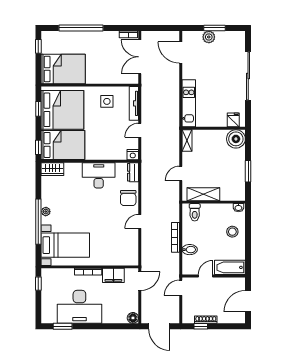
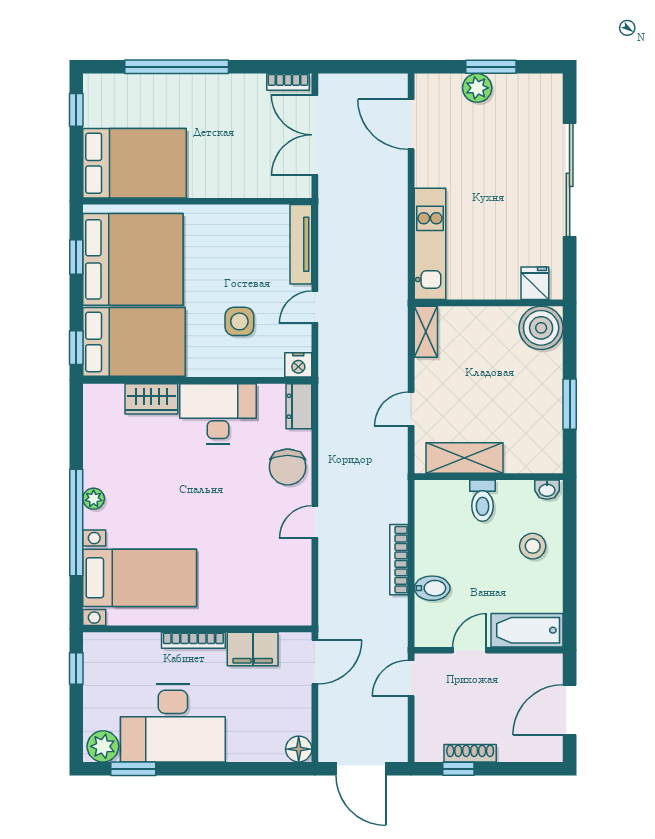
side table: (107, 101) -> (239, 321), moved
wardrobe: (52, 169) -> (151, 399), moved
toilet: (195, 212) -> (482, 501), moved
plant: (50, 317) -> (103, 746), added

